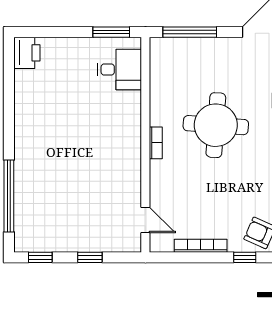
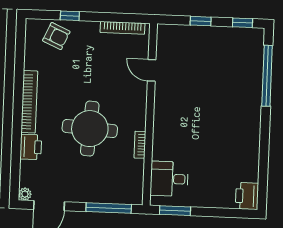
bookcase: (156, 143) -> (140, 145), moved
door: (145, 220) -> (152, 70), moved
bookcase: (201, 246) -> (123, 28), moved

